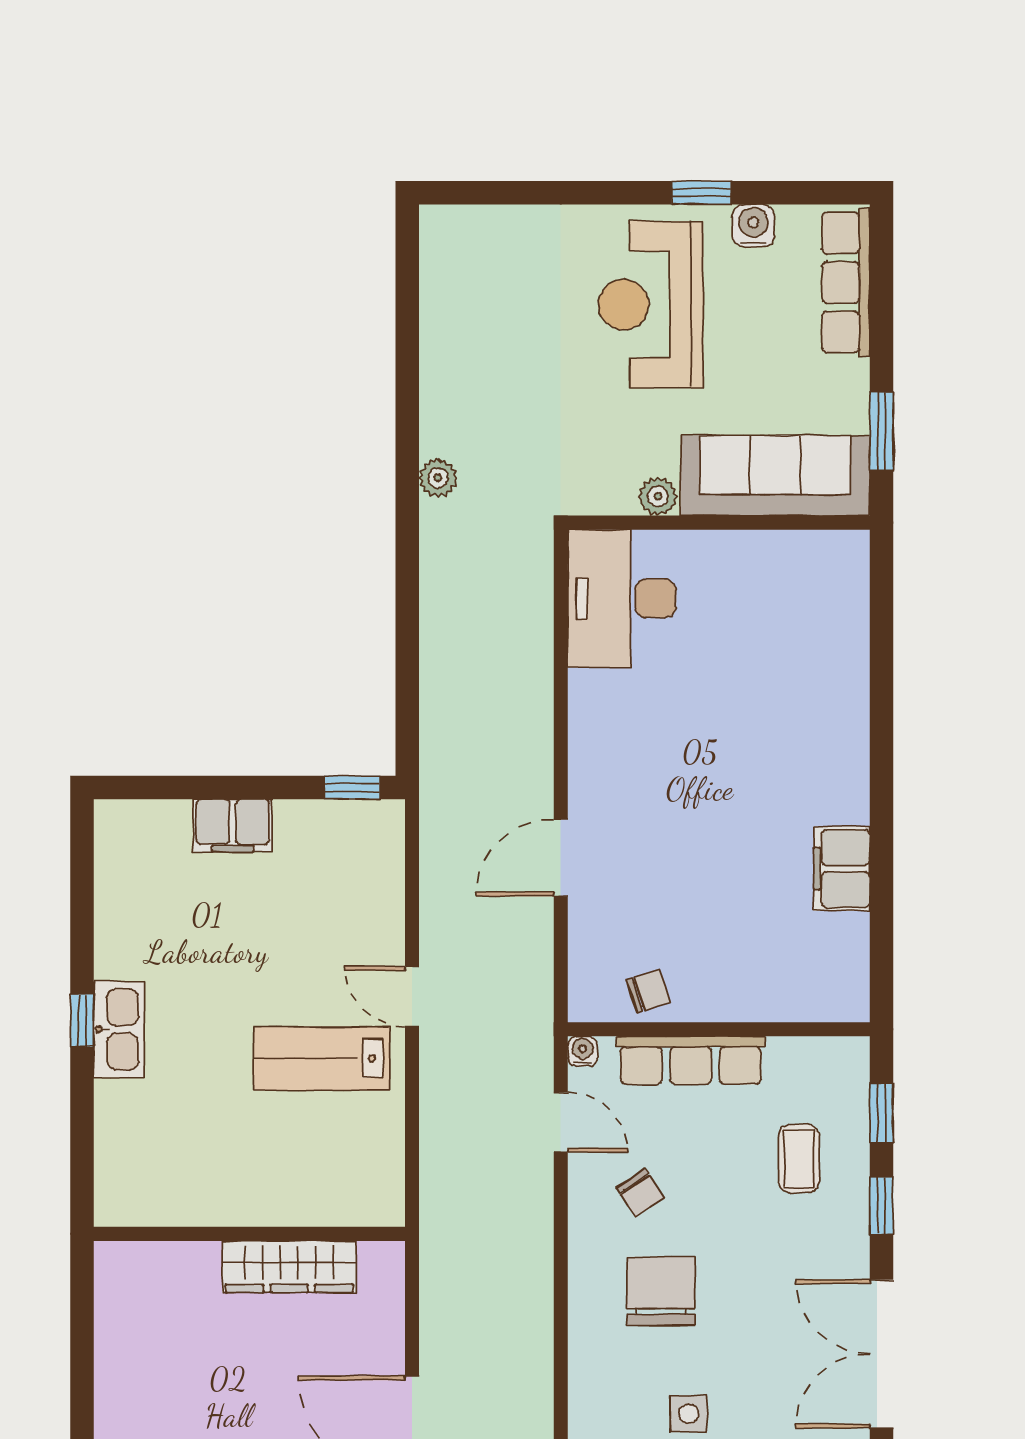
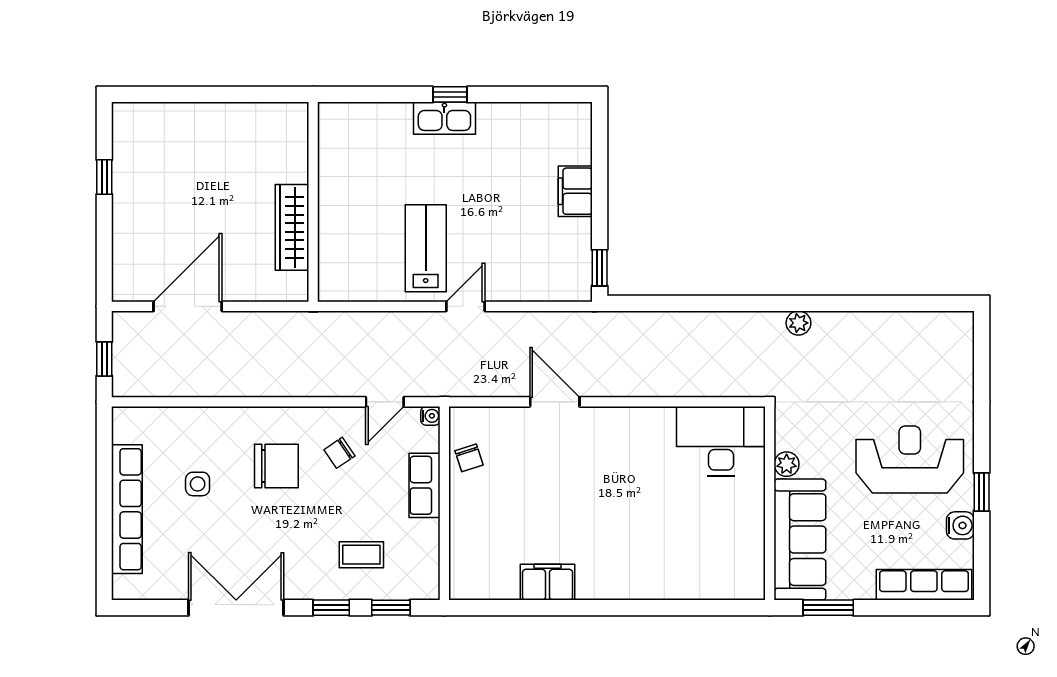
row of seats: (691, 1060) -> (425, 485), width x0.68

